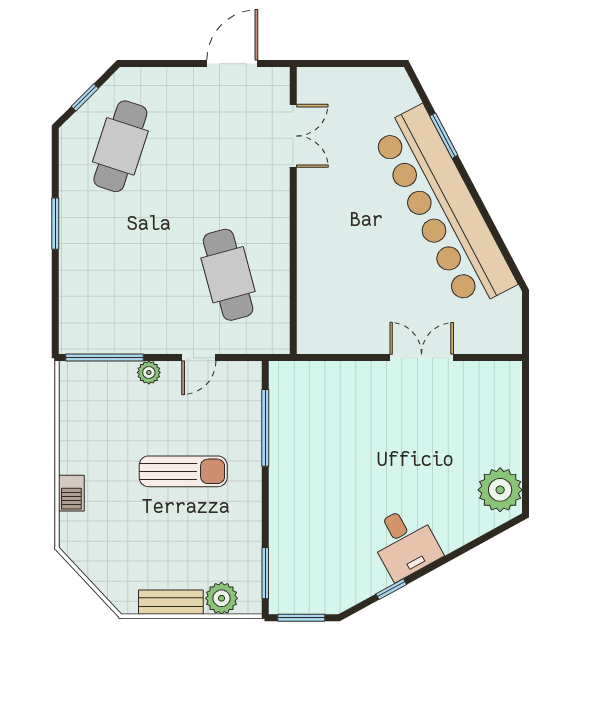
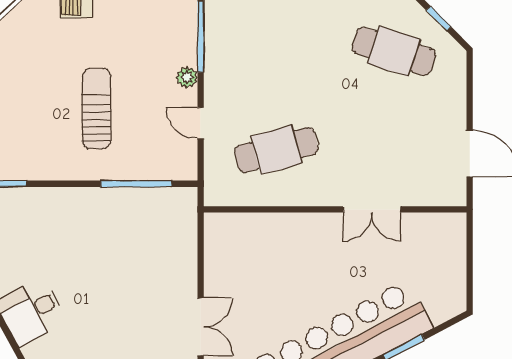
double door: (293, 136) -> (372, 209), moved
sun lounger: (183, 471) -> (96, 109), turned 180

